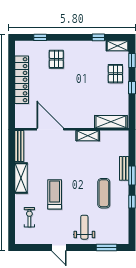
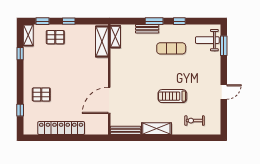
shelving: (88, 136) -> (115, 37), moved
weight bench: (84, 227) -> (207, 40), moved

